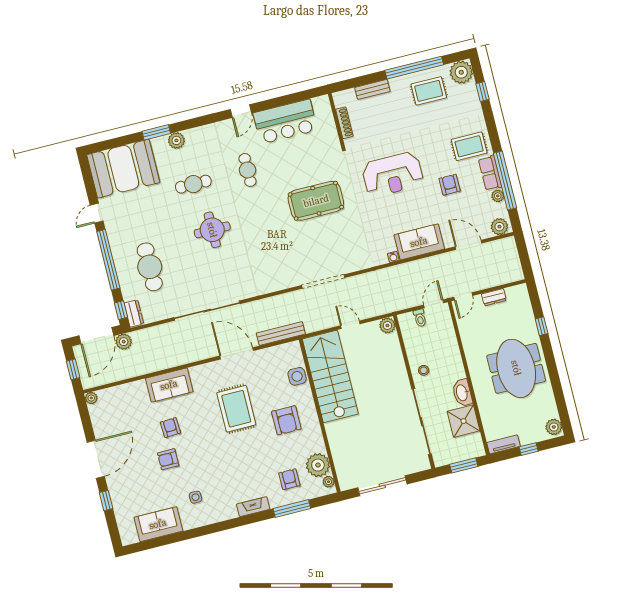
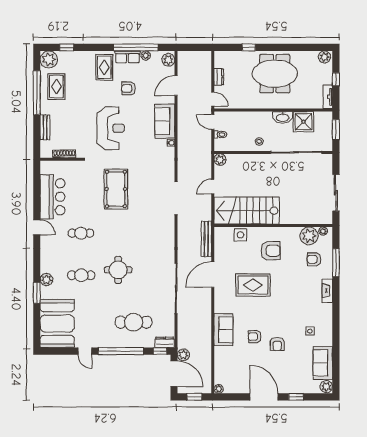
cafe table: (193, 184) -> (81, 275), turned 90
plant: (129, 536) -> (326, 387), added

